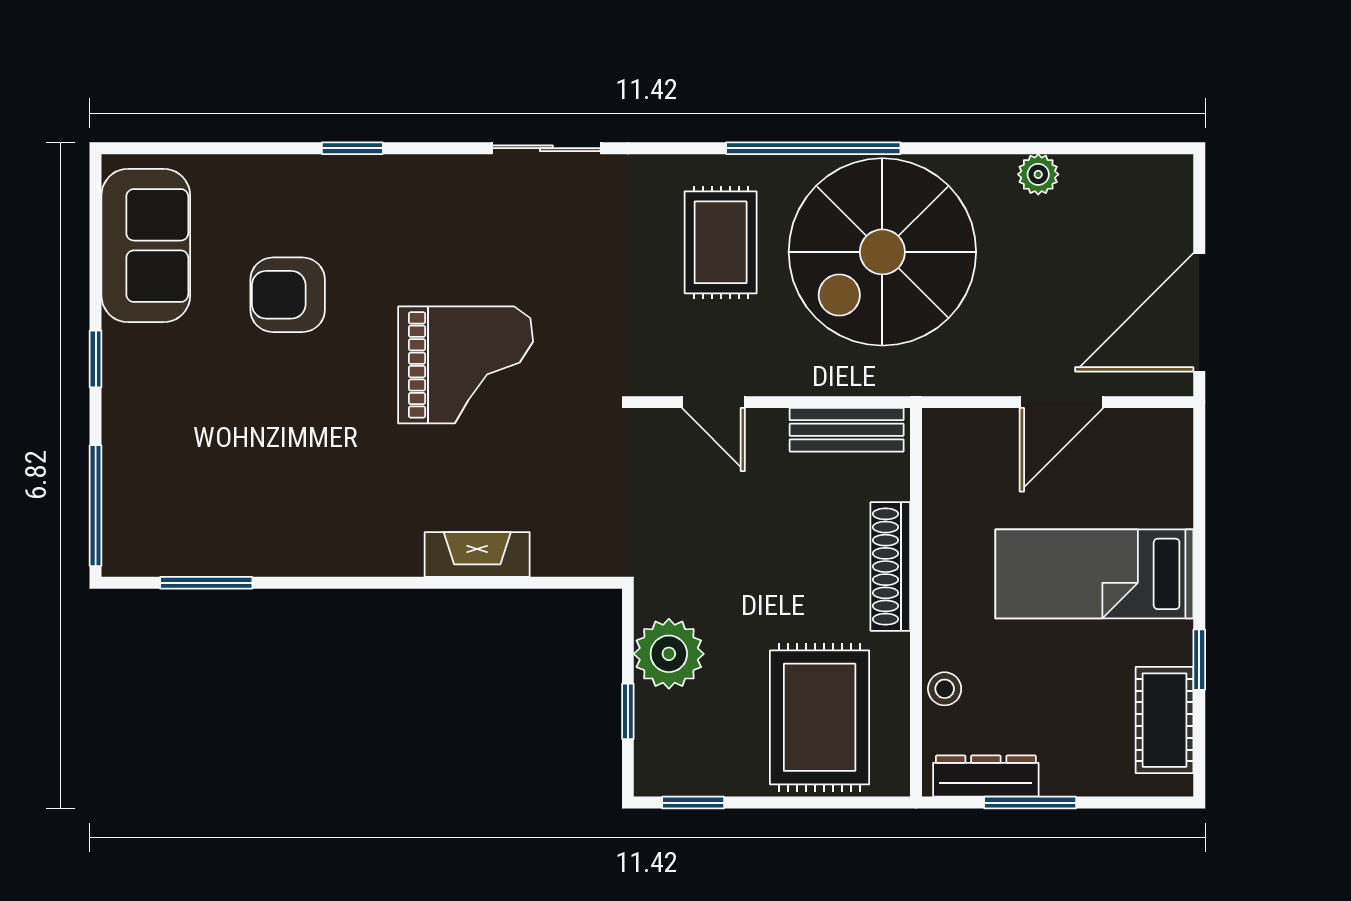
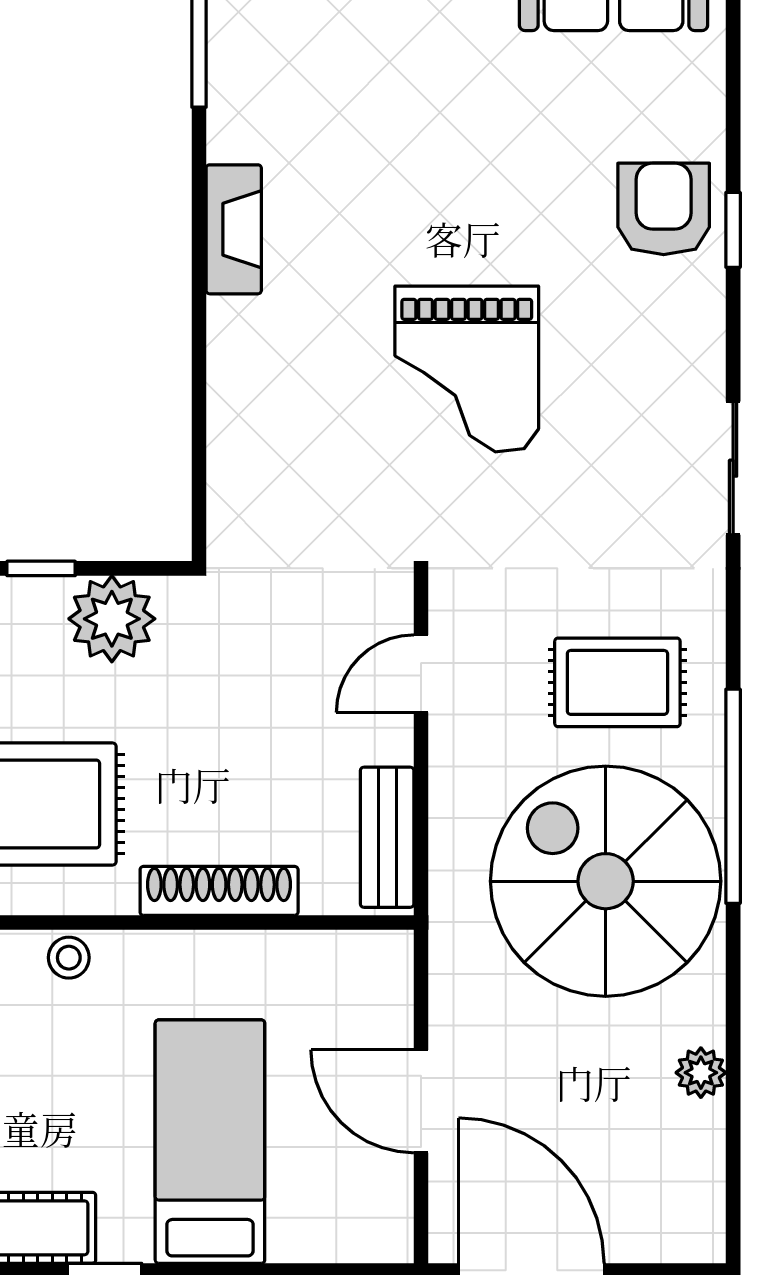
armchair: (288, 295) -> (664, 209), moved
fireplace: (477, 555) -> (234, 229), moved

